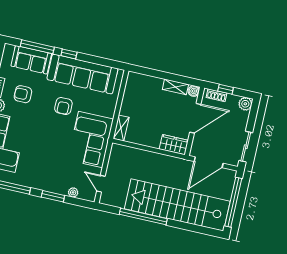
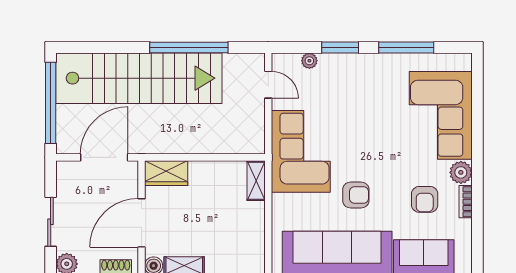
armchair: (23, 94) -> (425, 199), turned 90
armchair: (63, 106) -> (356, 195), turned 90
sliding door: (246, 147) -> (51, 222), moved

